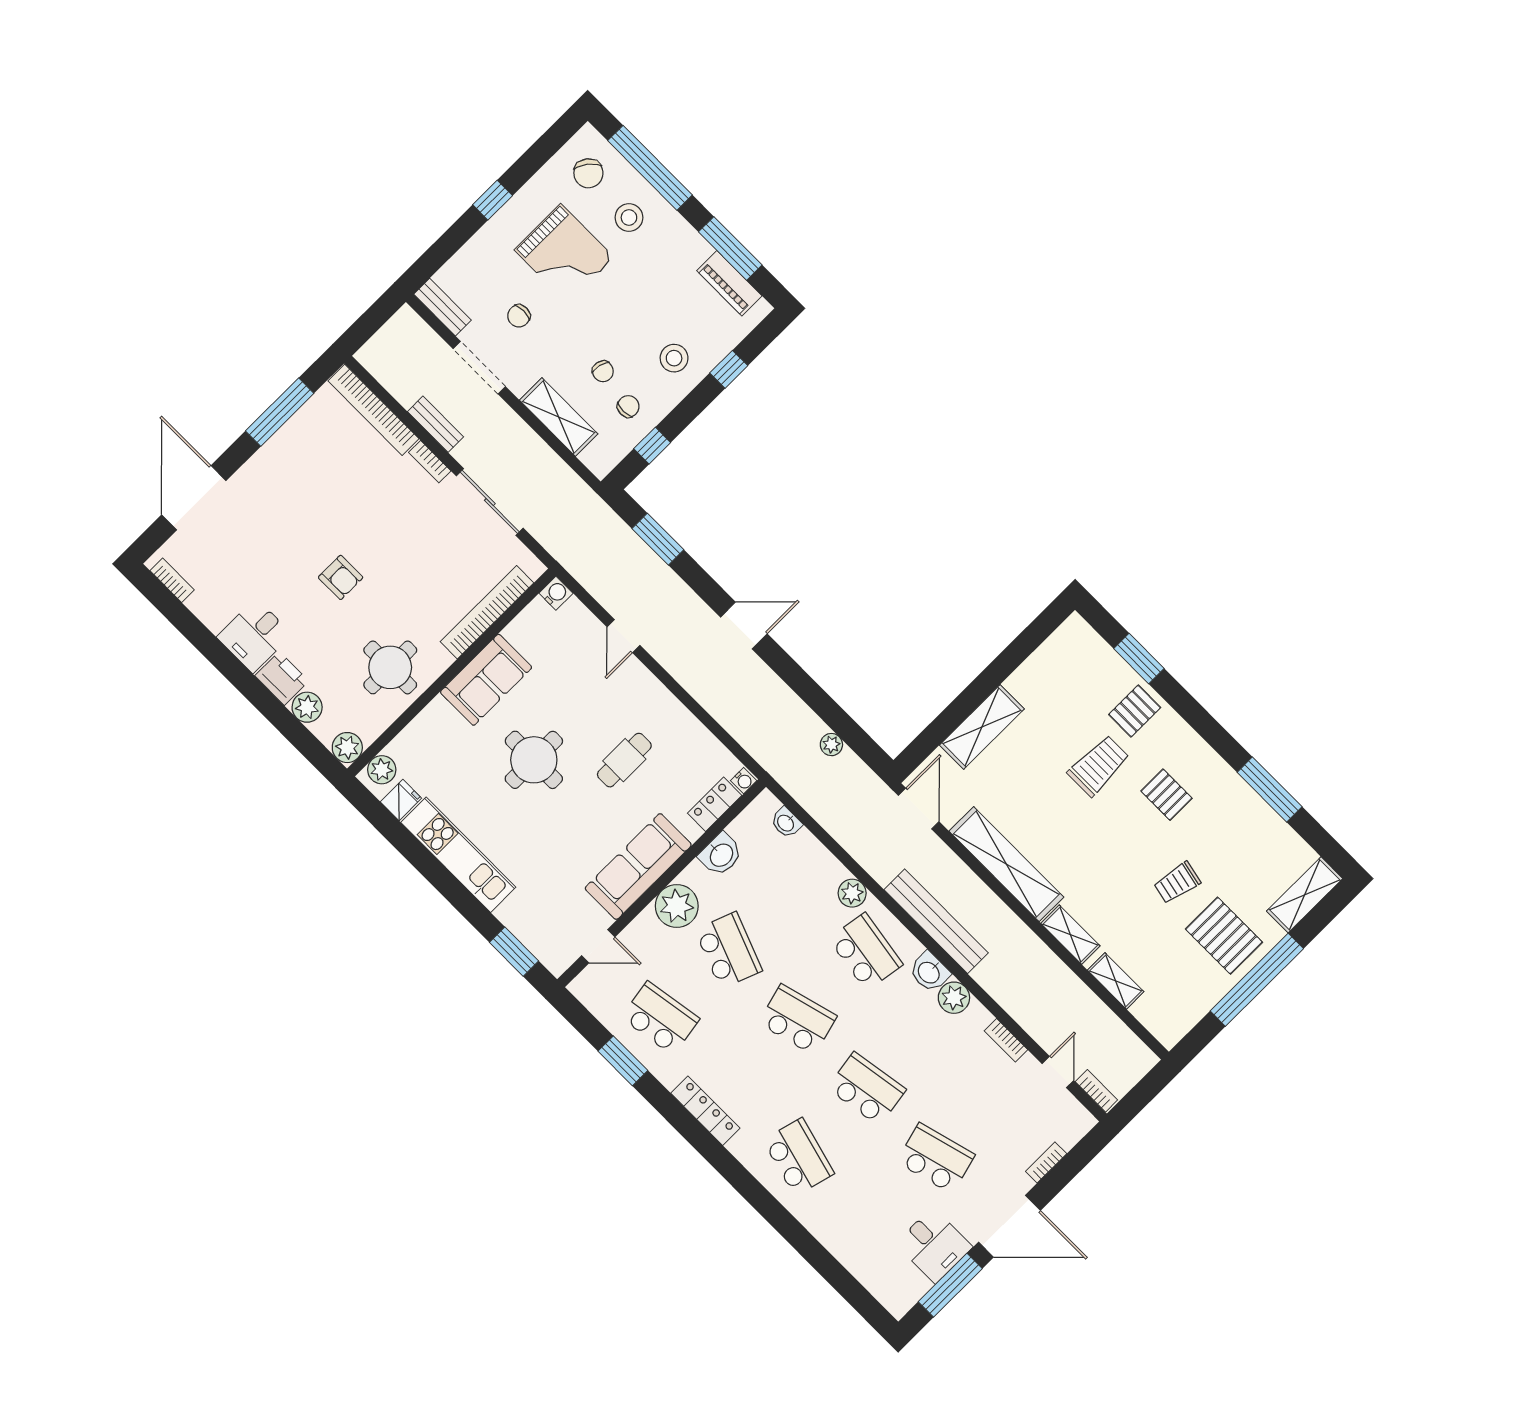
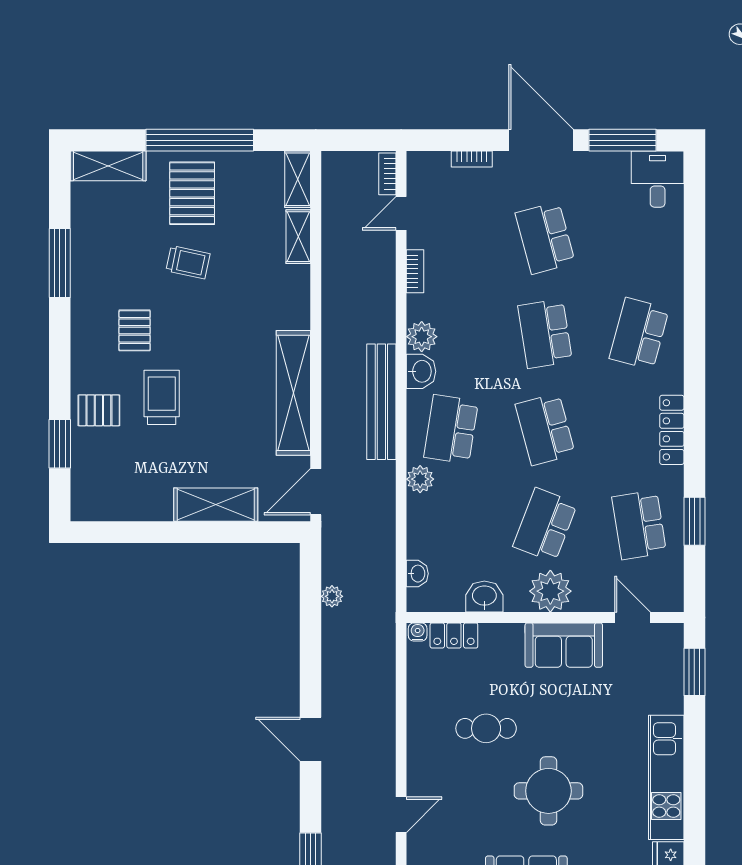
trolley: (1099, 766) -> (162, 397), turned 90
sofa: (638, 867) -> (564, 645), width x0.73
shelving: (1070, 935) -> (298, 179), moved
desk: (934, 1245) -> (658, 179), moved

